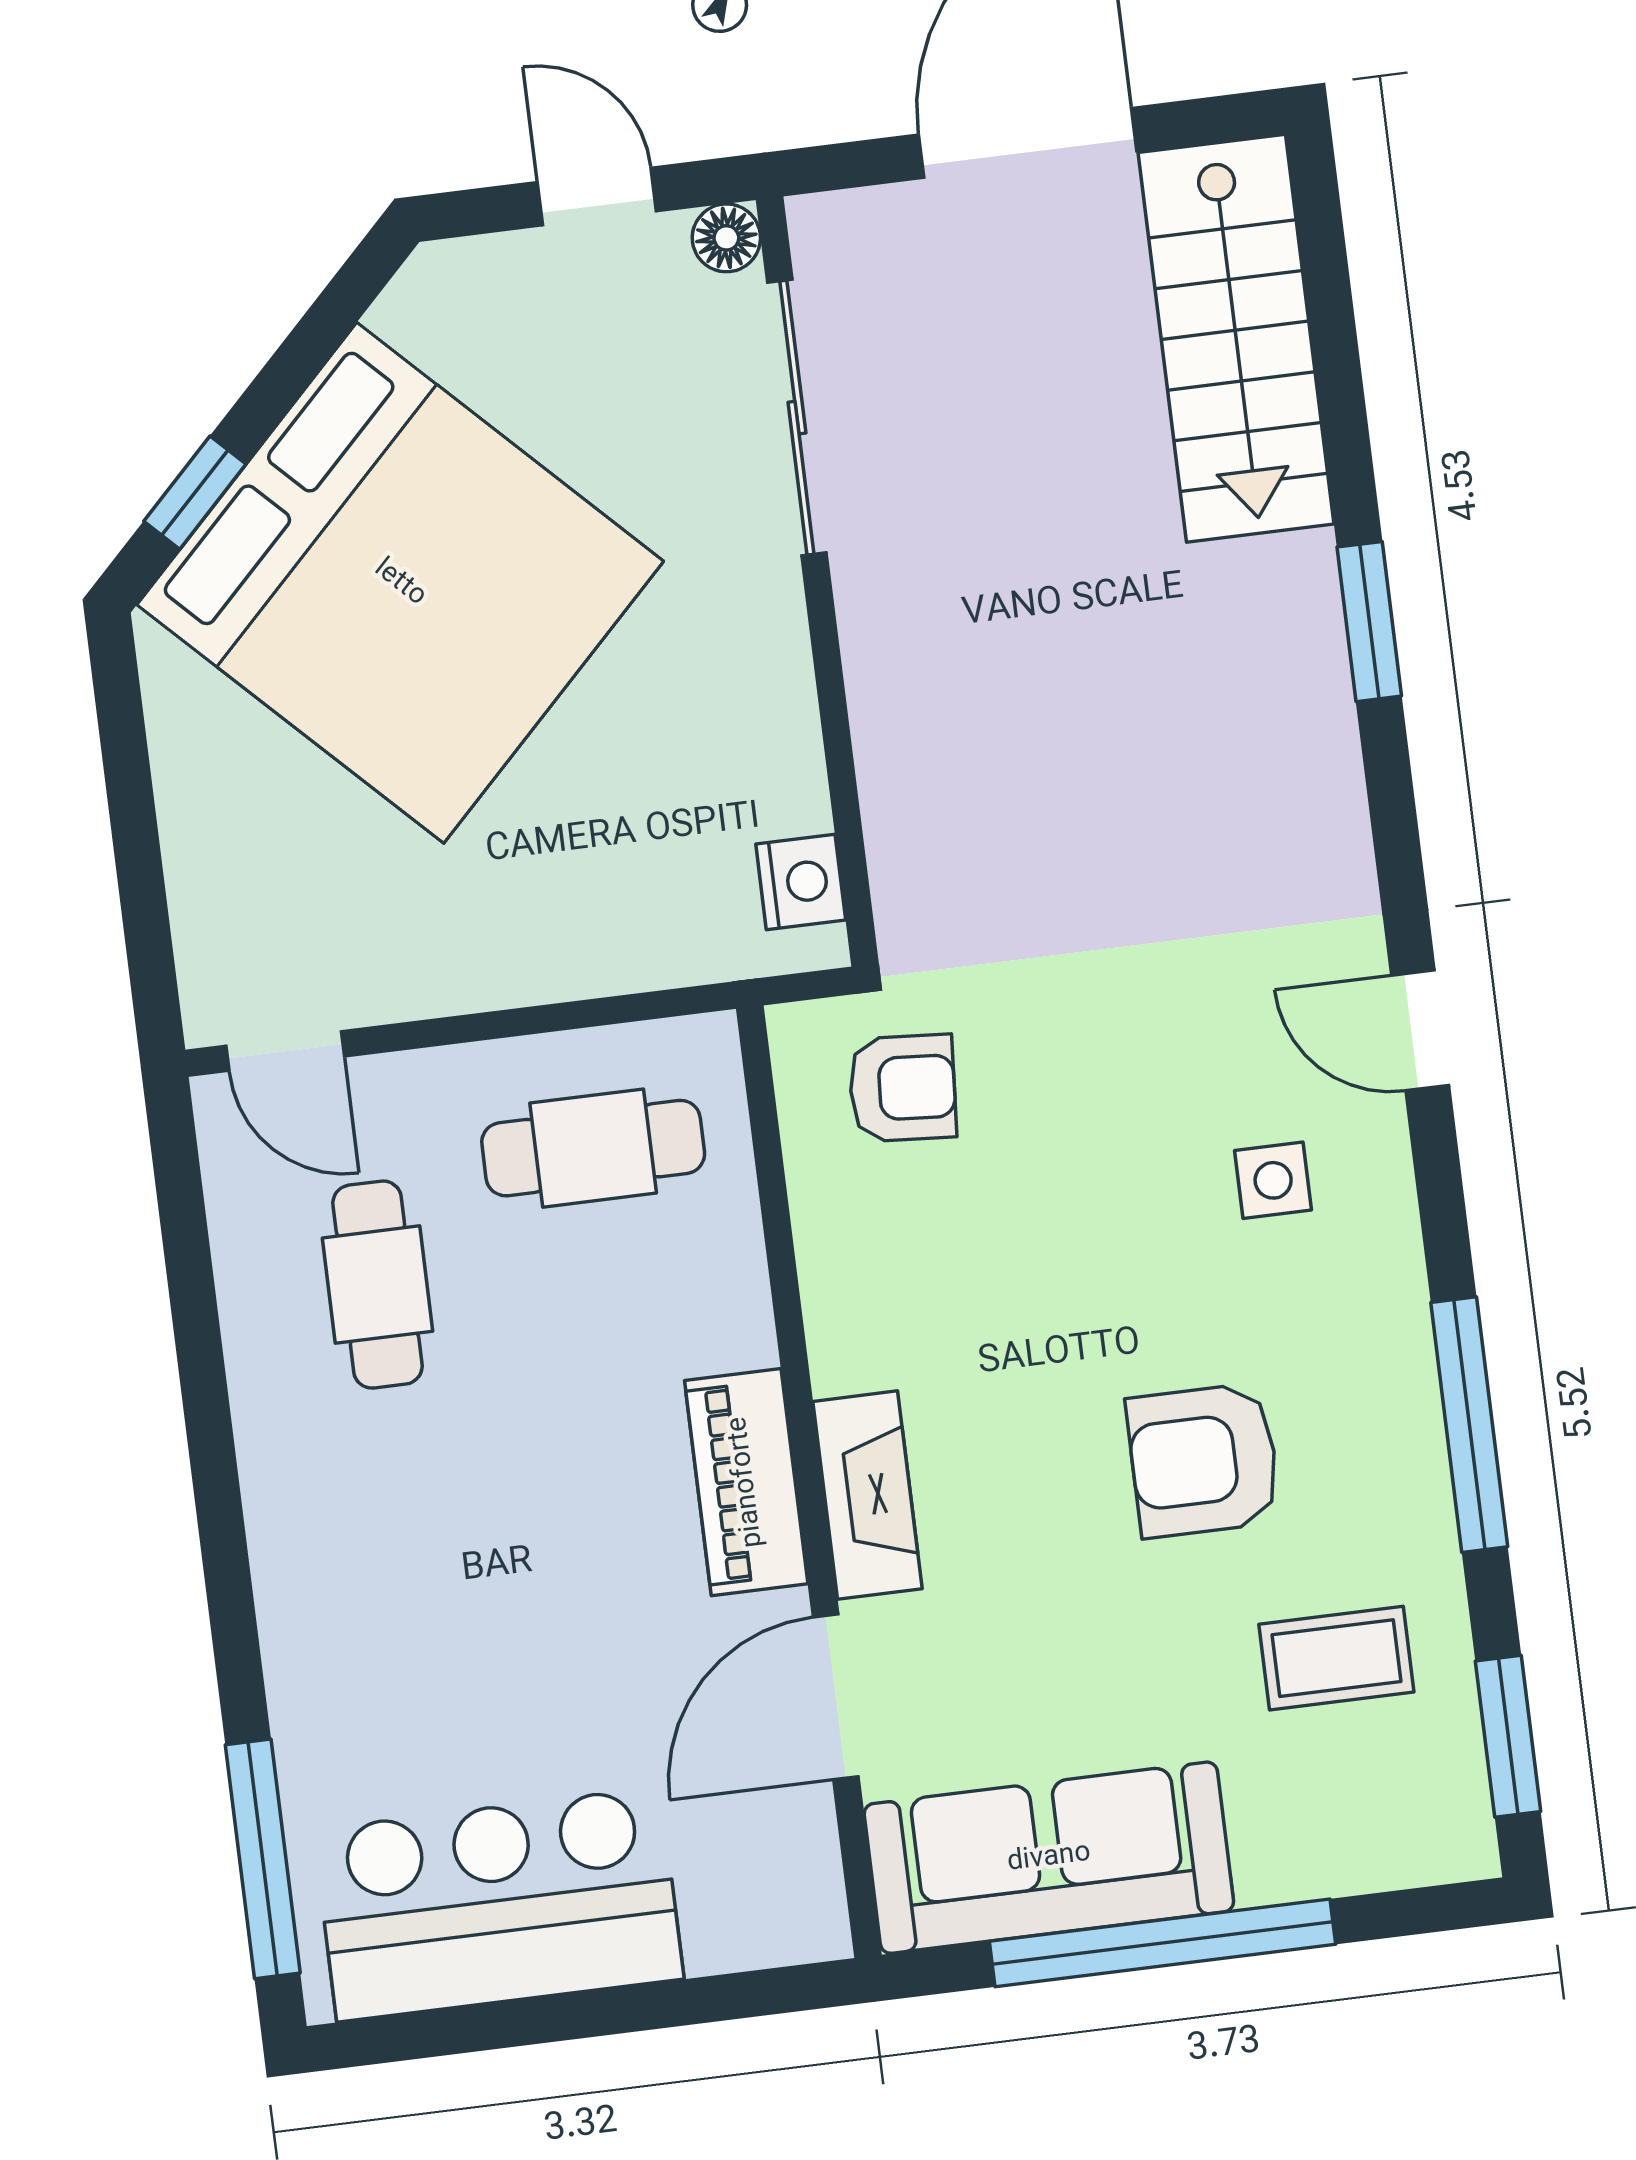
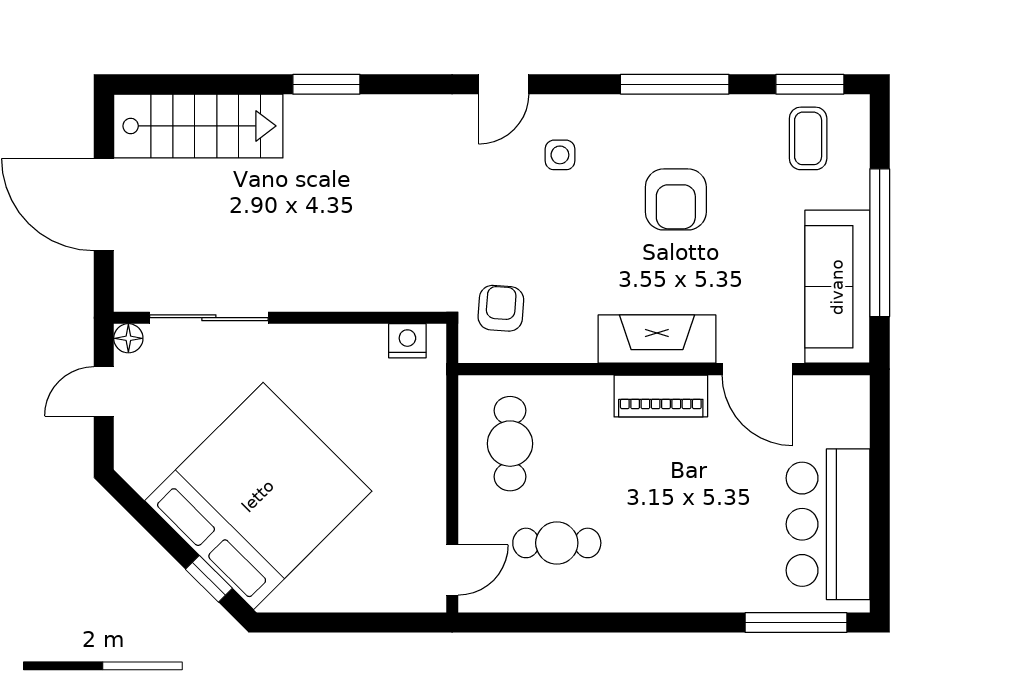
fireplace: (868, 1495) -> (657, 339), width x1.37, depth x1.32
coffee table: (1336, 1658) -> (808, 138), moved

